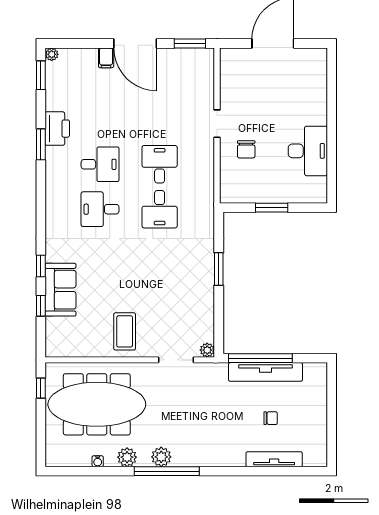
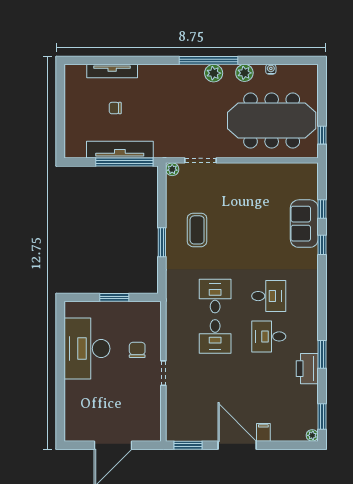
desk: (308, 151) -> (87, 349), width x1.36, depth x1.30
coffee table: (125, 331) -> (197, 230), moved

